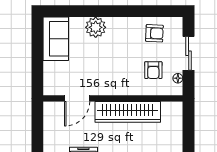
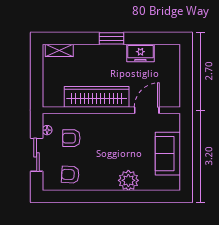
sofa: (56, 39) -> (168, 154), moved
armchair: (153, 70) -> (71, 138), turned -90

